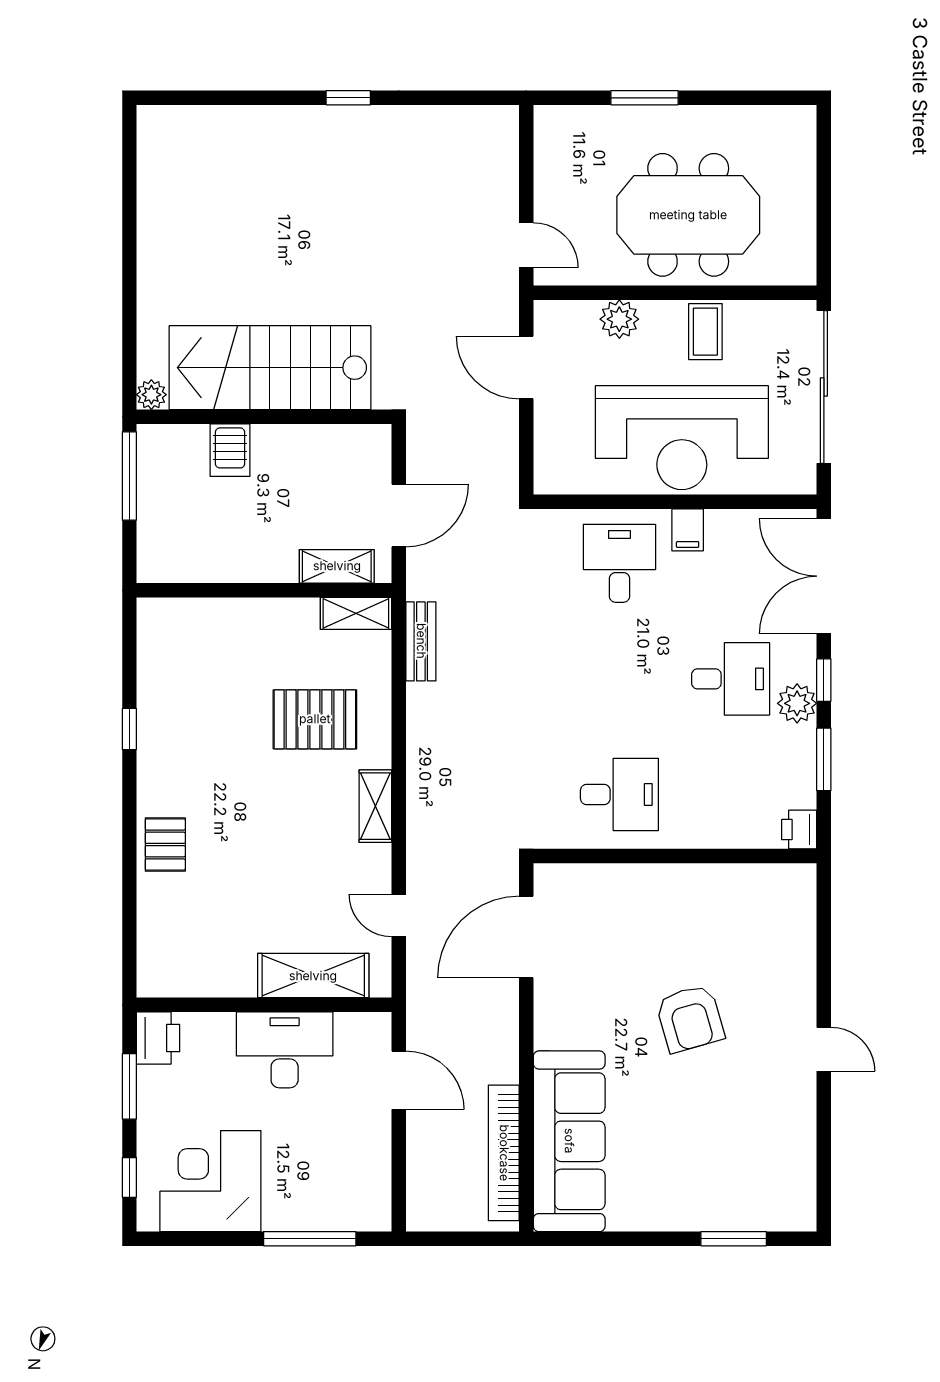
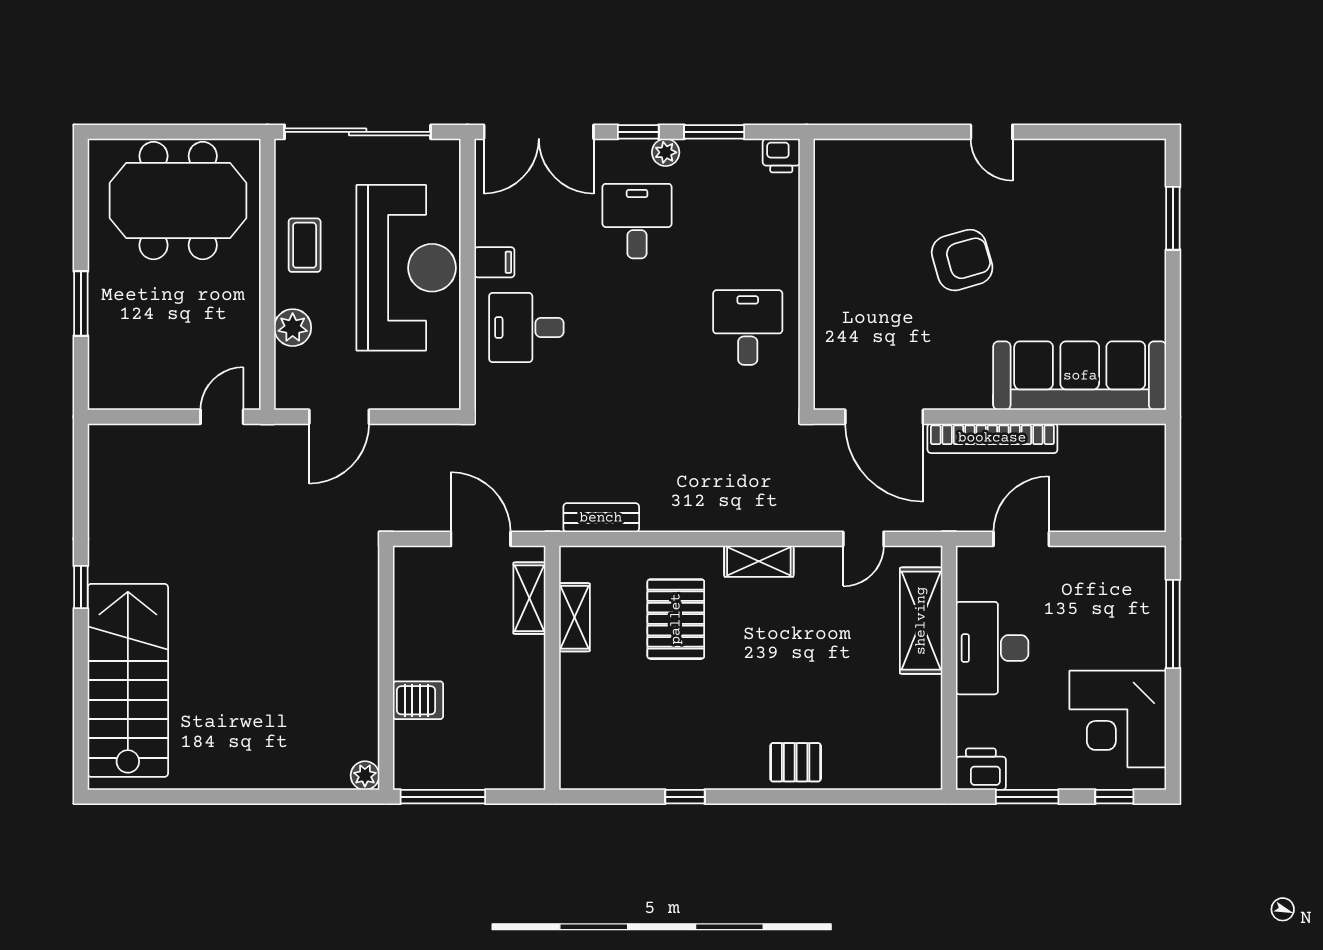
meeting table: (688, 215) -> (178, 201), moved, turned 90
coffee table: (705, 332) -> (305, 245), turned 90
stairs: (270, 368) -> (128, 680), moved, turned 180
shelving: (356, 613) -> (574, 617), moved
plant: (797, 703) -> (666, 152), width x0.73, depth x0.73
door: (824, 1049) -> (992, 132), swing flipped
bookcase: (504, 1153) -> (992, 438), moved

